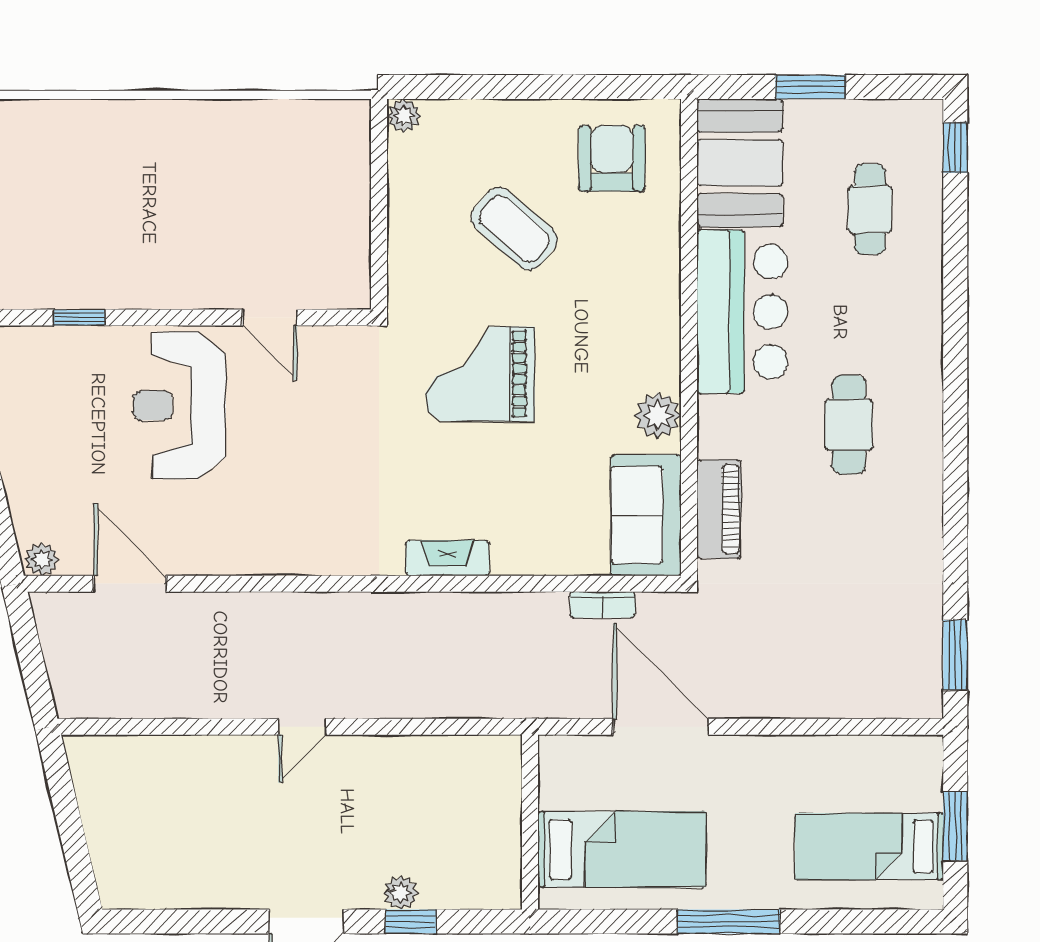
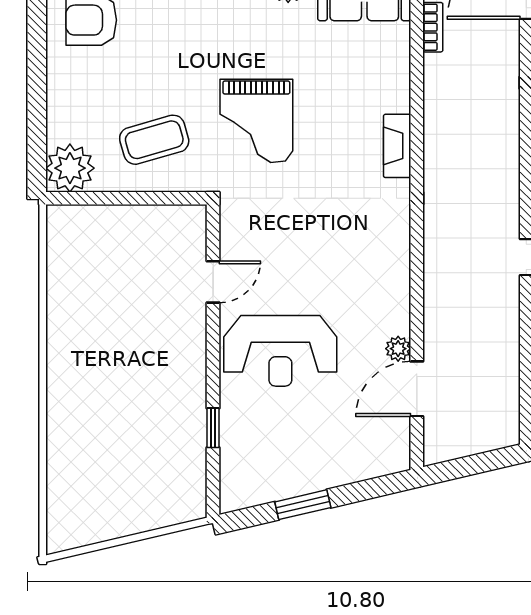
plant: (404, 116) -> (70, 168), width x1.88, depth x1.88
coffee table: (514, 229) -> (154, 140), moved, turned 33
plant: (42, 559) -> (398, 349), moved

